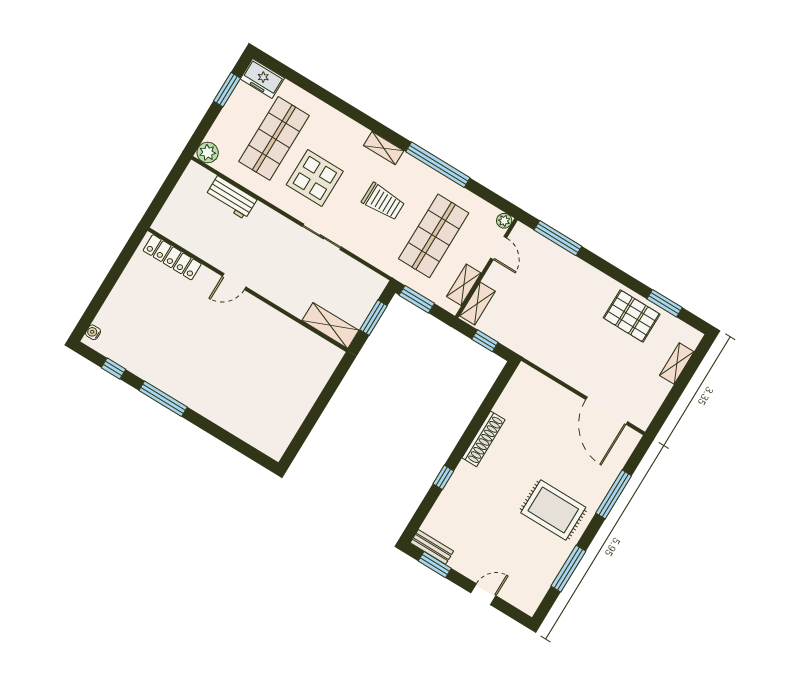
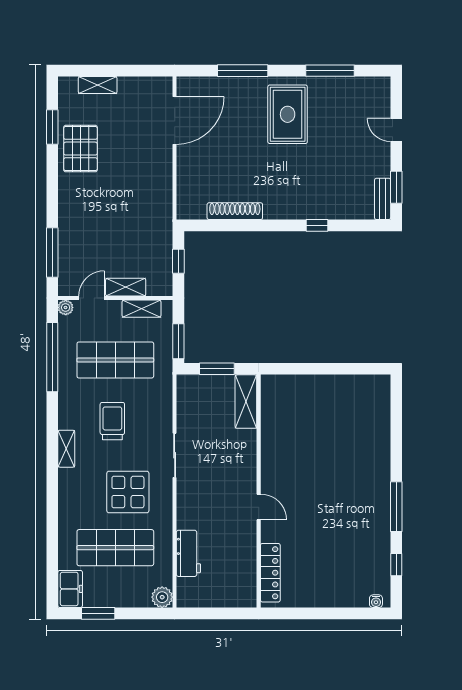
window: (438, 165) -> (52, 357), moved
shelving: (477, 303) -> (126, 287), moved
shoe rack: (484, 439) -> (235, 211), moved

